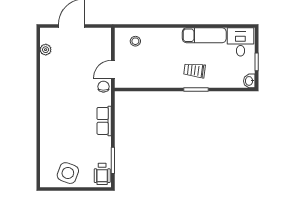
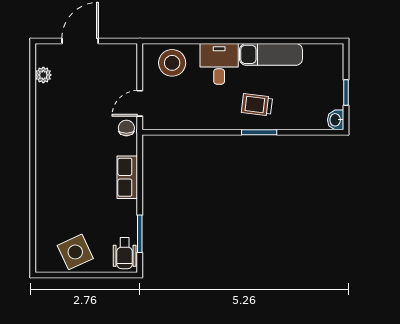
stool: (135, 41) -> (172, 63), width x1.89, depth x1.89
desk: (240, 42) -> (219, 64), moved
side table: (68, 173) -> (75, 252), turned 45

